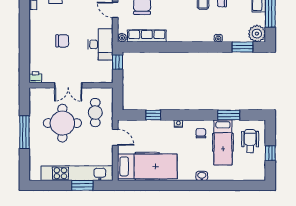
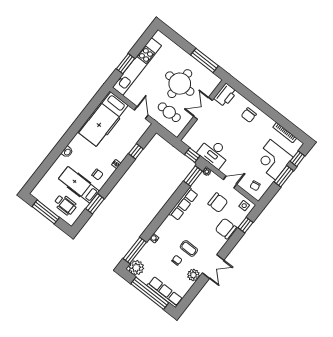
row of seats: (147, 36) -> (183, 204), moved
chair: (62, 41) -> (249, 115), moved
window: (136, 47) -> (193, 176), added
window: (243, 47) -> (135, 250), width x1.44
printer: (35, 77) -> (225, 95), width x1.87, depth x1.48
window: (24, 132) -> (205, 60), moved
door: (115, 137) -> (141, 113), swing flipped
window: (270, 153) -> (46, 212), width x2.17

